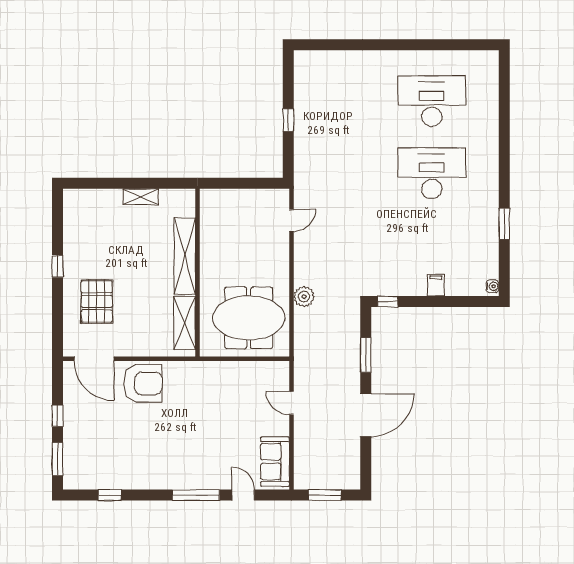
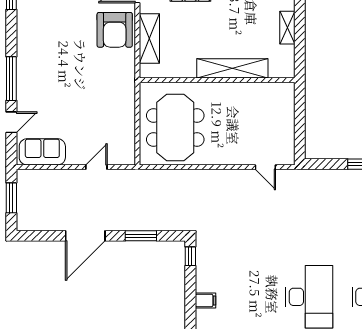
plant: (304, 297) -> (195, 179), removed
shelving: (185, 323) -> (149, 39), moved, turned 90
door: (366, 415) -> (85, 236), hinge flipped

